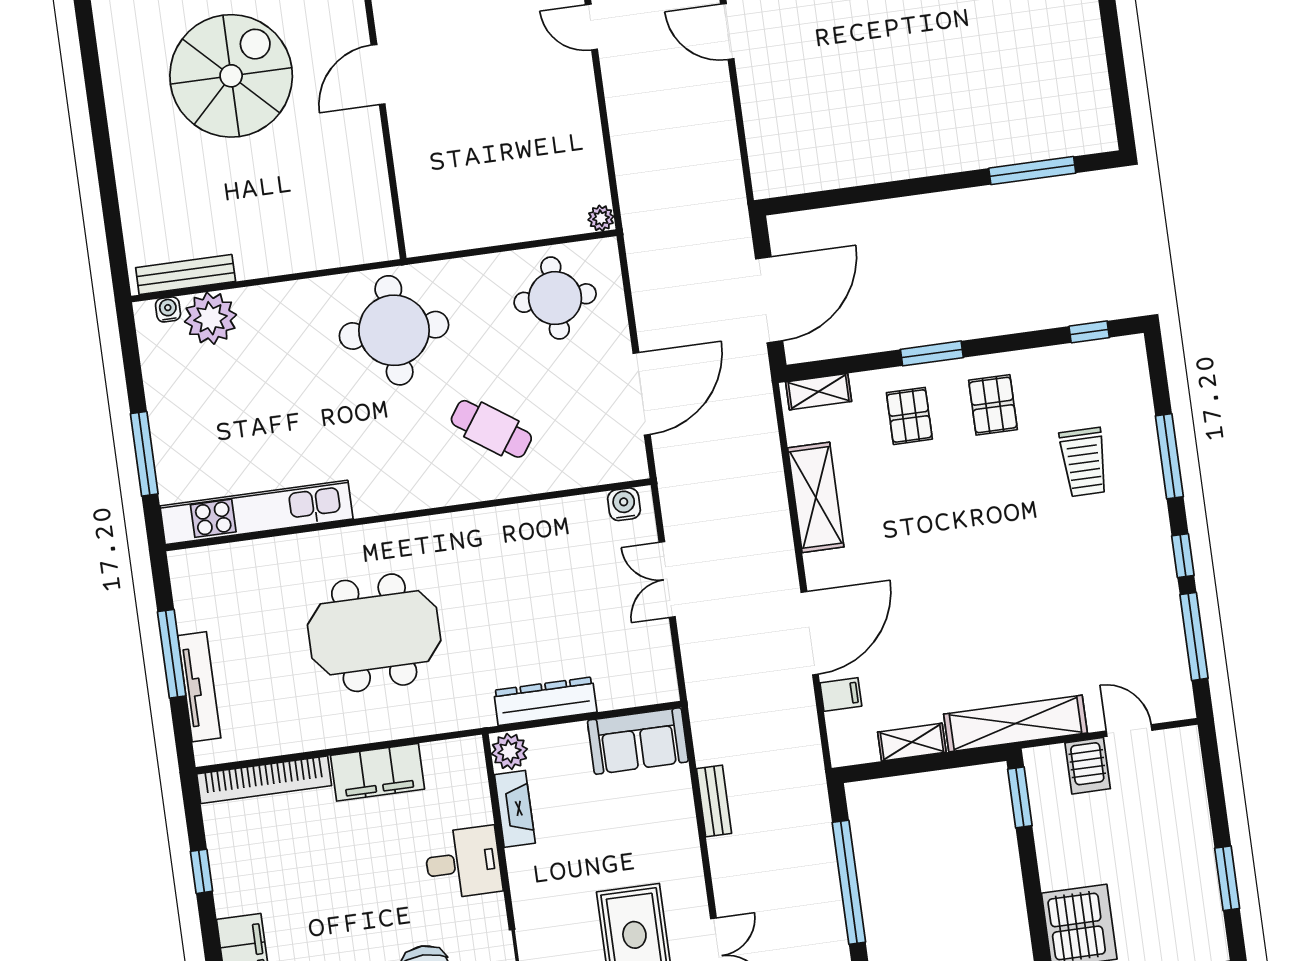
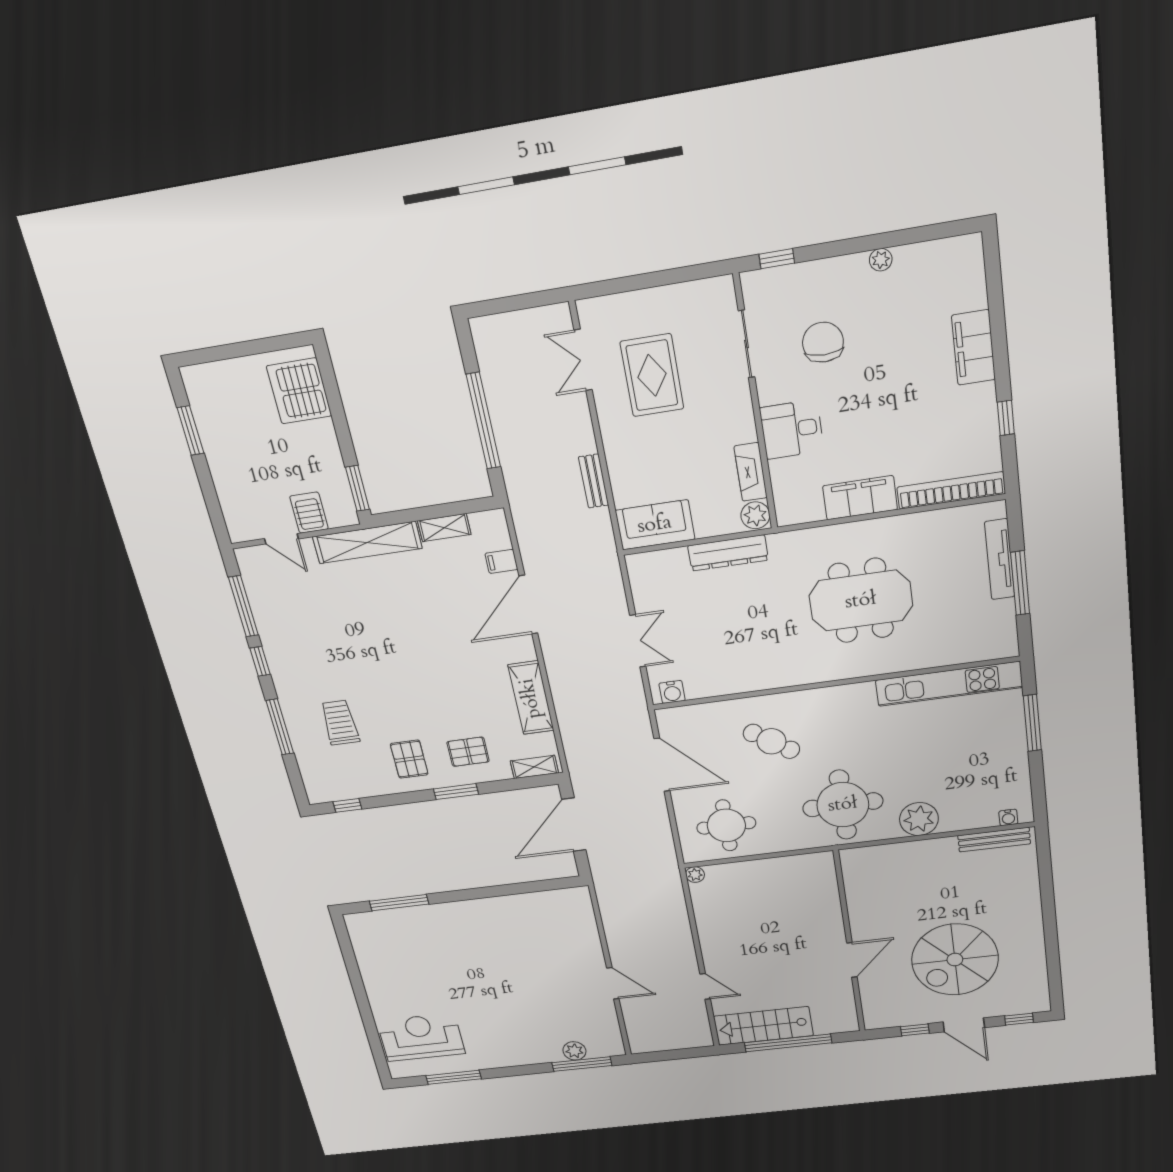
plant: (211, 318) -> (919, 819), moved
door: (642, 394) -> (662, 765), swing flipped
pallet: (909, 416) -> (468, 752), turned 90

